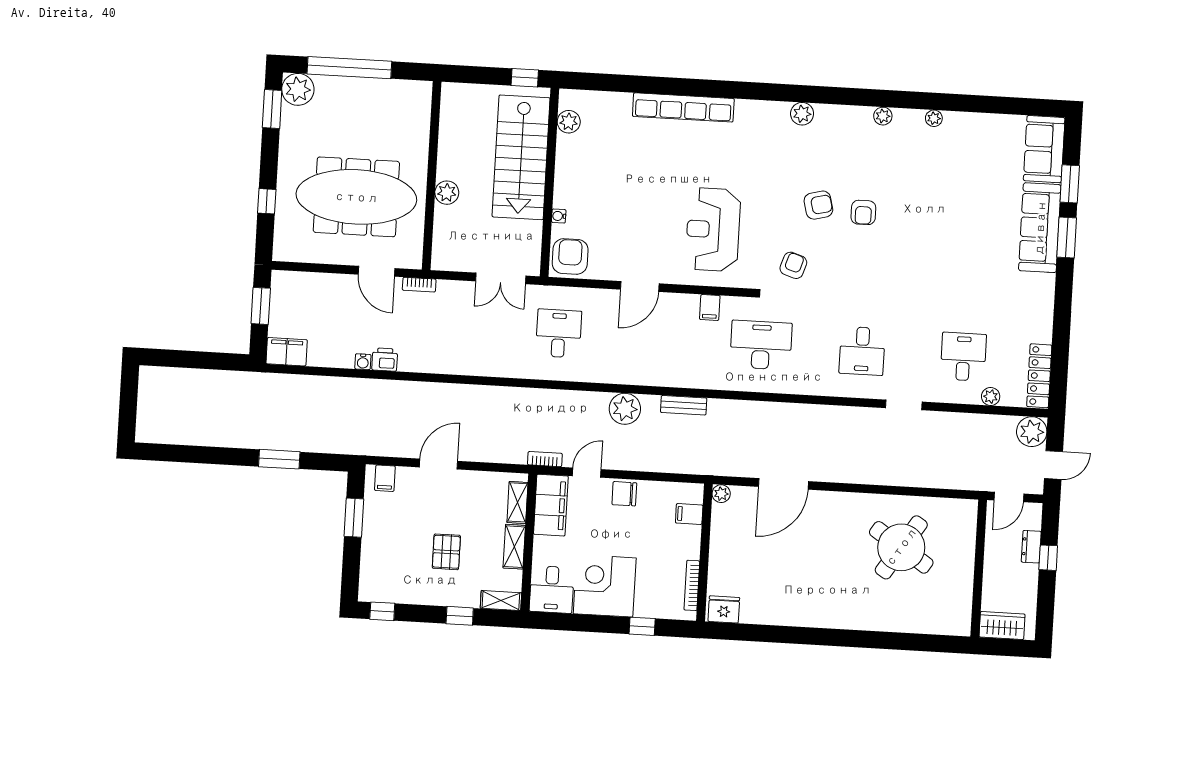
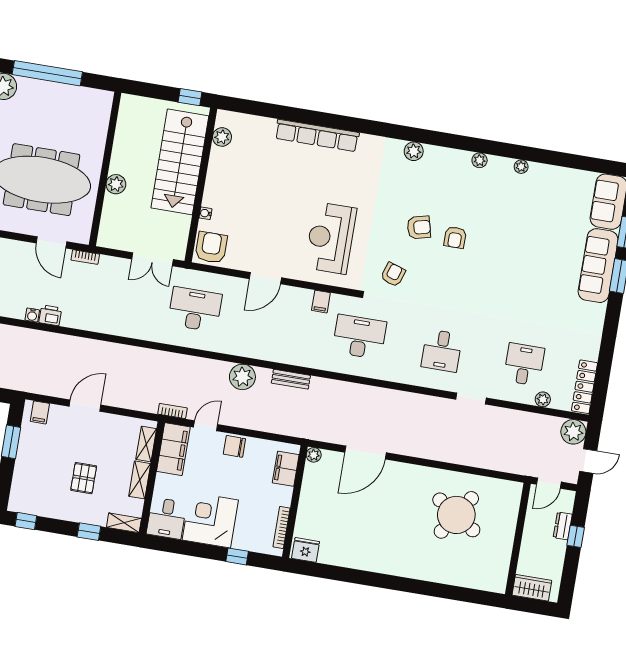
desk: (559, 333) -> (195, 309), width x1.37
filing cabinet: (689, 514) -> (286, 469), width x2.00

